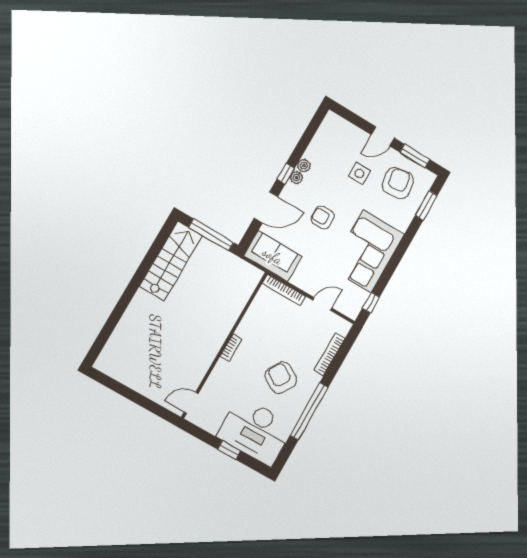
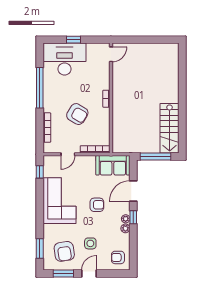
armchair: (335, 134) -> (118, 257), added
armchair: (281, 378) -> (77, 114), moved

